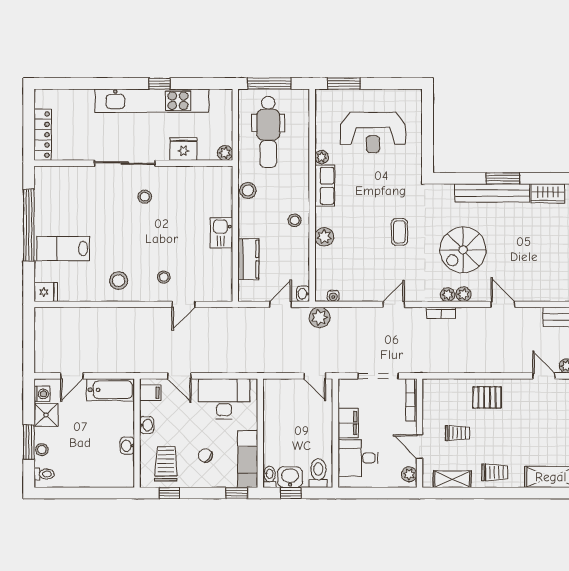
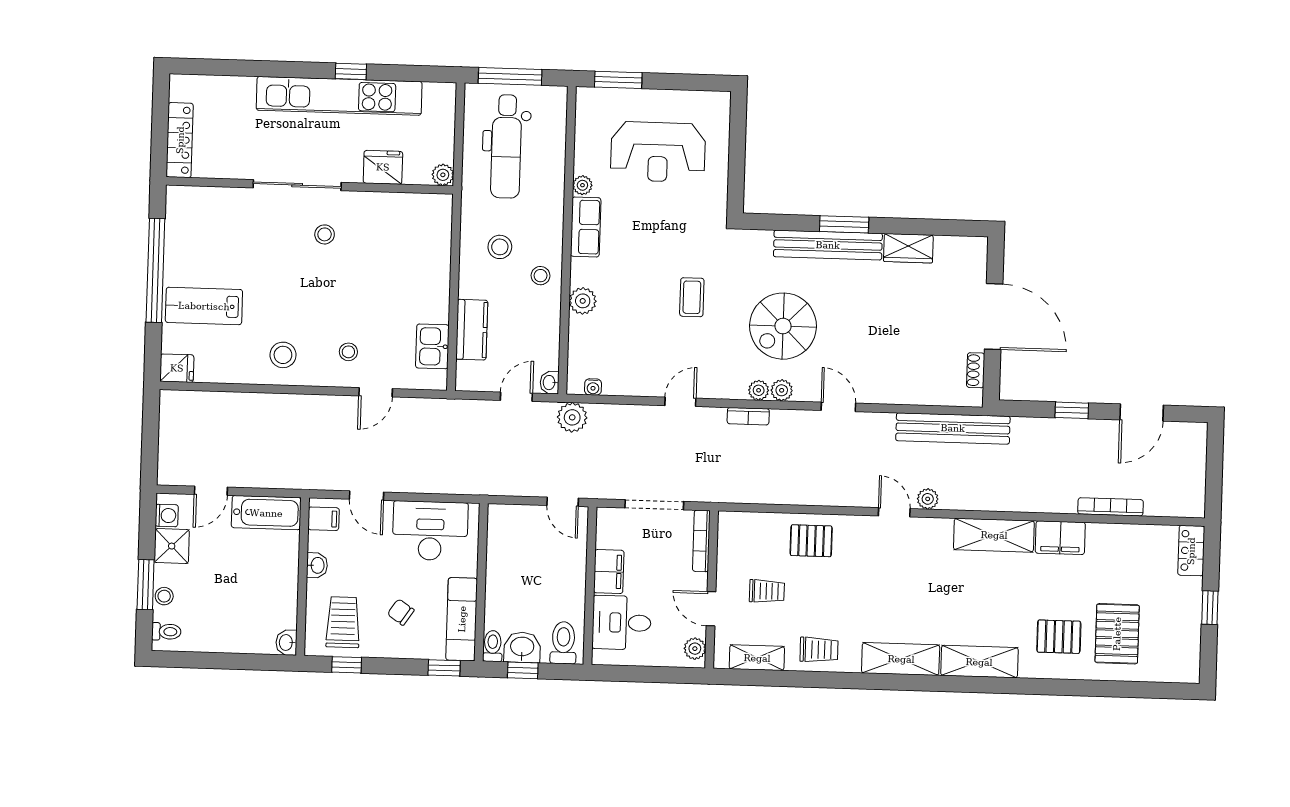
stool: (248, 190) -> (500, 247), moved
kitchen sink: (222, 233) -> (432, 346), moved
washbasin: (127, 446) -> (286, 643), moved

